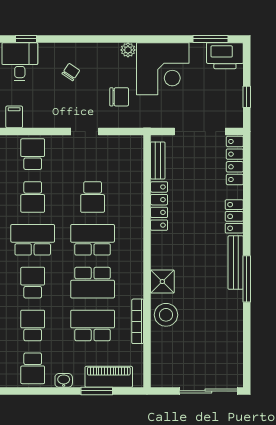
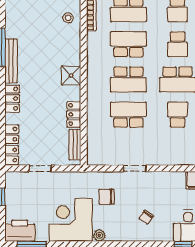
doorway: (200, 131) -> (40, 168), width x0.53
school desk: (33, 154) -> (178, 150), removed
school desk: (93, 197) -> (128, 115), width x1.85
locker: (159, 206) -> (74, 114), width x0.66
shower: (162, 282) -> (71, 76), moved
stool: (166, 315) -> (68, 18), width x0.53, depth x0.53

